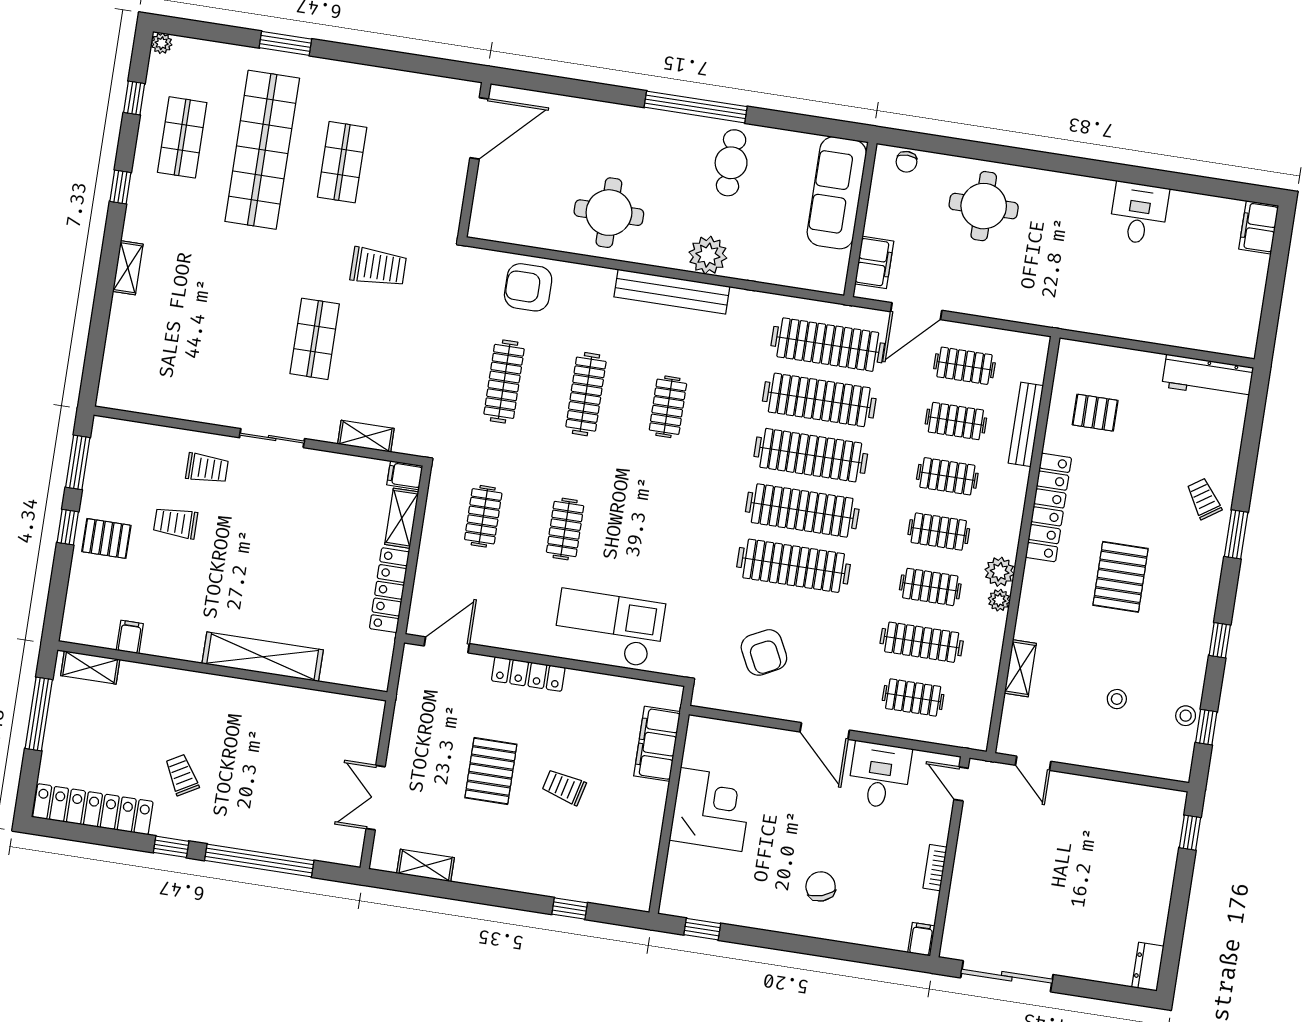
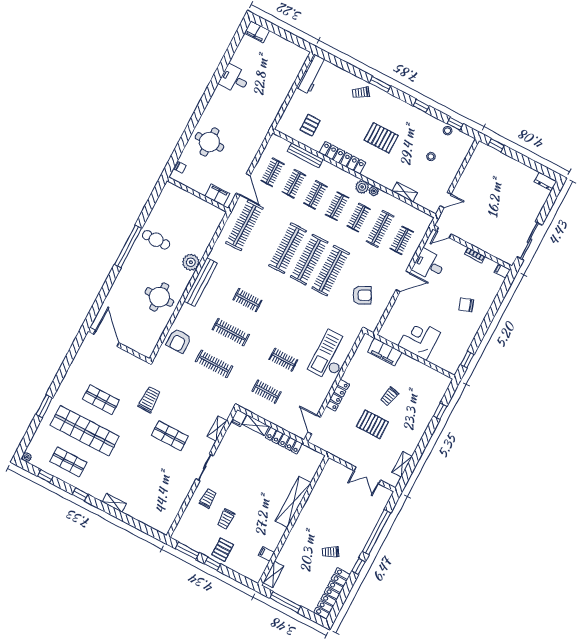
sofa: (837, 193) -> (183, 200), removed
clothes rail: (819, 400) -> (266, 237), removed

